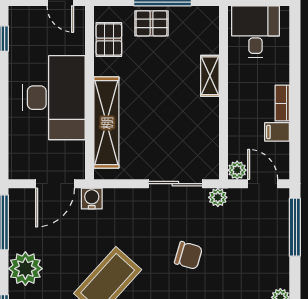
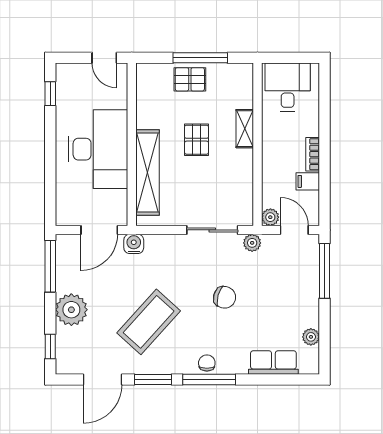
pallet: (109, 39) -> (197, 140), moved

